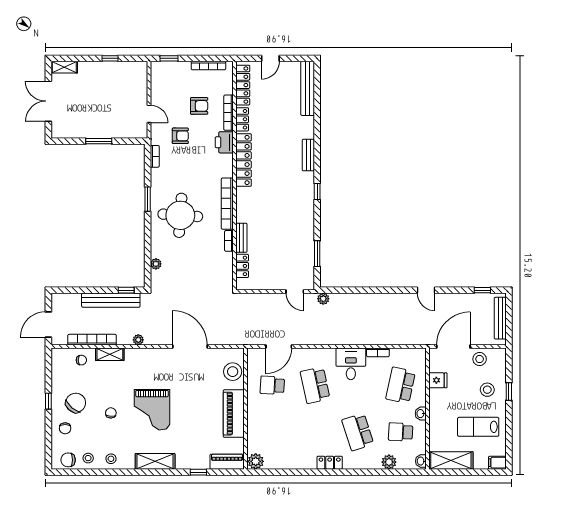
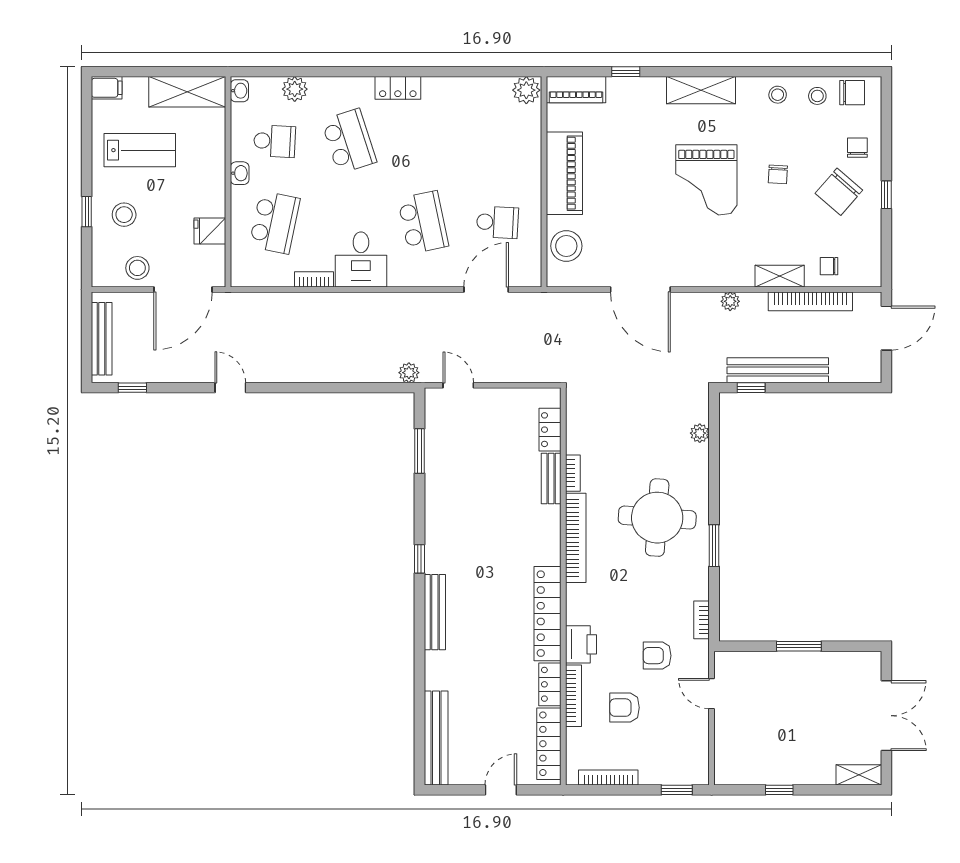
bench: (308, 155) -> (435, 612), width x1.36
grand piano: (152, 410) -> (706, 180), turned 180

